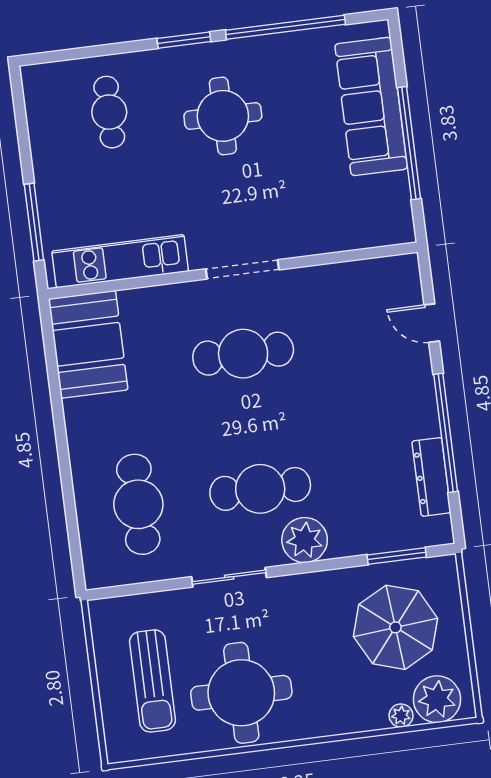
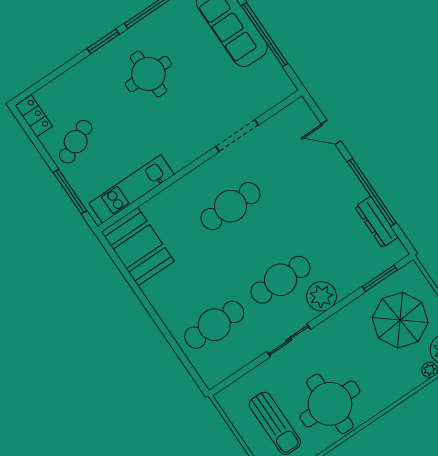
locker: (37, 94) -> (34, 116), added
cafe table: (109, 112) -> (76, 142), moved, turned 65
doorway: (242, 269) -> (237, 136), moved
cafe table: (138, 504) -> (214, 325), turned 90

